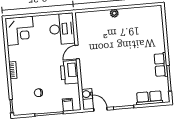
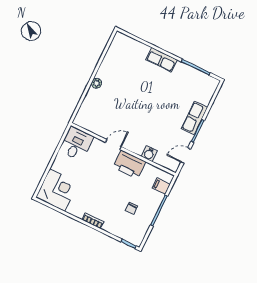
desk: (62, 29) -> (76, 144), width x0.73
door: (77, 52) -> (113, 144), swing flipped
row of seats: (161, 65) -> (162, 60), moved
water cooler: (87, 94) -> (149, 154), moved
row of seats: (149, 98) -> (194, 118), moved

